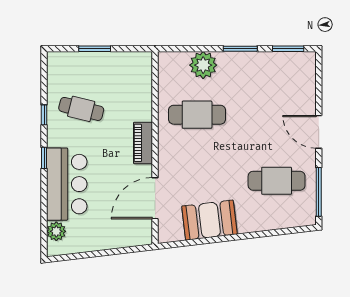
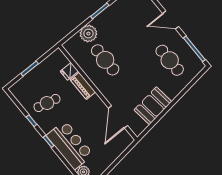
fridge: (141, 92) -> (69, 71), added
cafe table: (197, 115) -> (105, 60), turned 90
piano: (143, 143) -> (83, 86), moved
cafe table: (277, 181) -> (170, 60), turned 90

